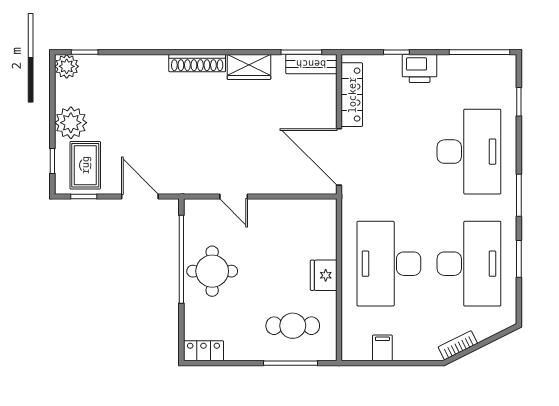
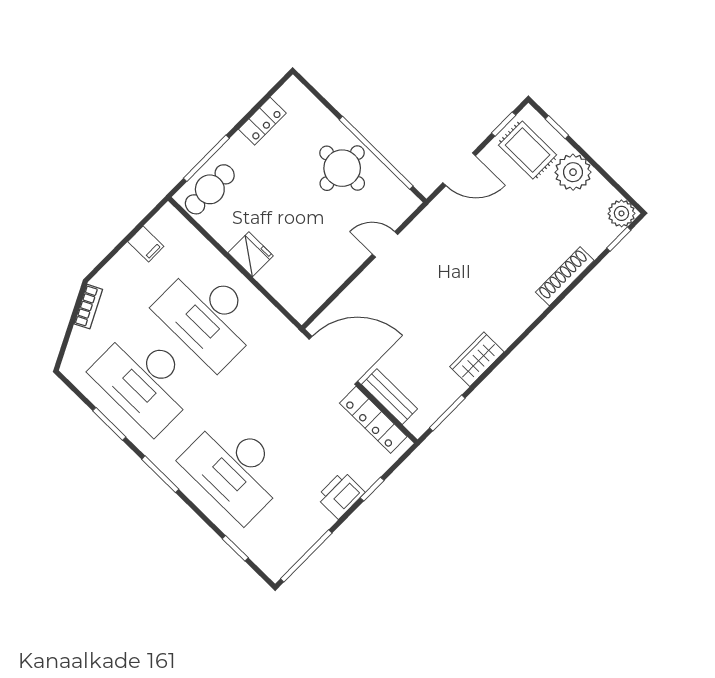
shoe rack: (197, 63) -> (565, 276), moved
bench: (311, 64) -> (389, 397), moved, turned 90
desk: (389, 264) -> (208, 316), turned 180
cafe table: (293, 326) -> (210, 189), moved
locker: (203, 351) -> (262, 121), moved

